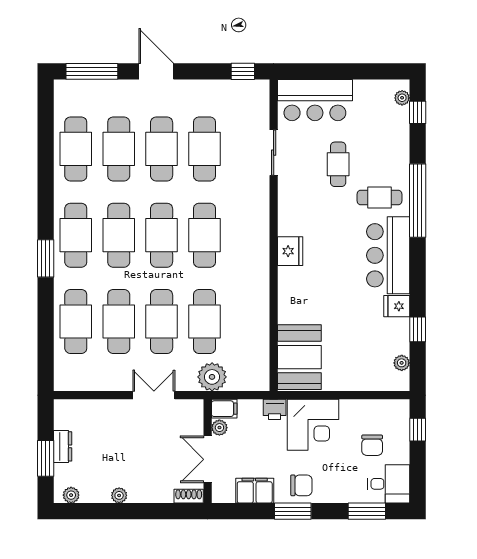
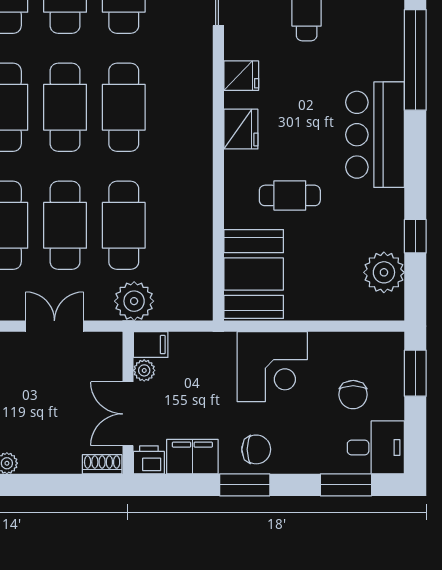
cafe table: (379, 197) -> (290, 195), moved
fridge: (397, 306) -> (241, 76), moved, turned 180
plant: (402, 363) -> (384, 272), width x1.88, depth x1.88
printer: (275, 409) -> (149, 460), moved, turned 180
window: (418, 430) -> (415, 373), width x1.50

